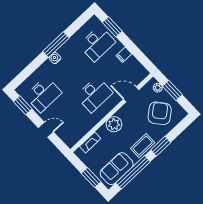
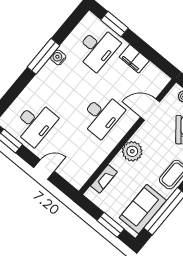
filing cabinet: (124, 55) -> (134, 59), width x2.00
water cooler: (55, 58) -> (58, 57), moved

